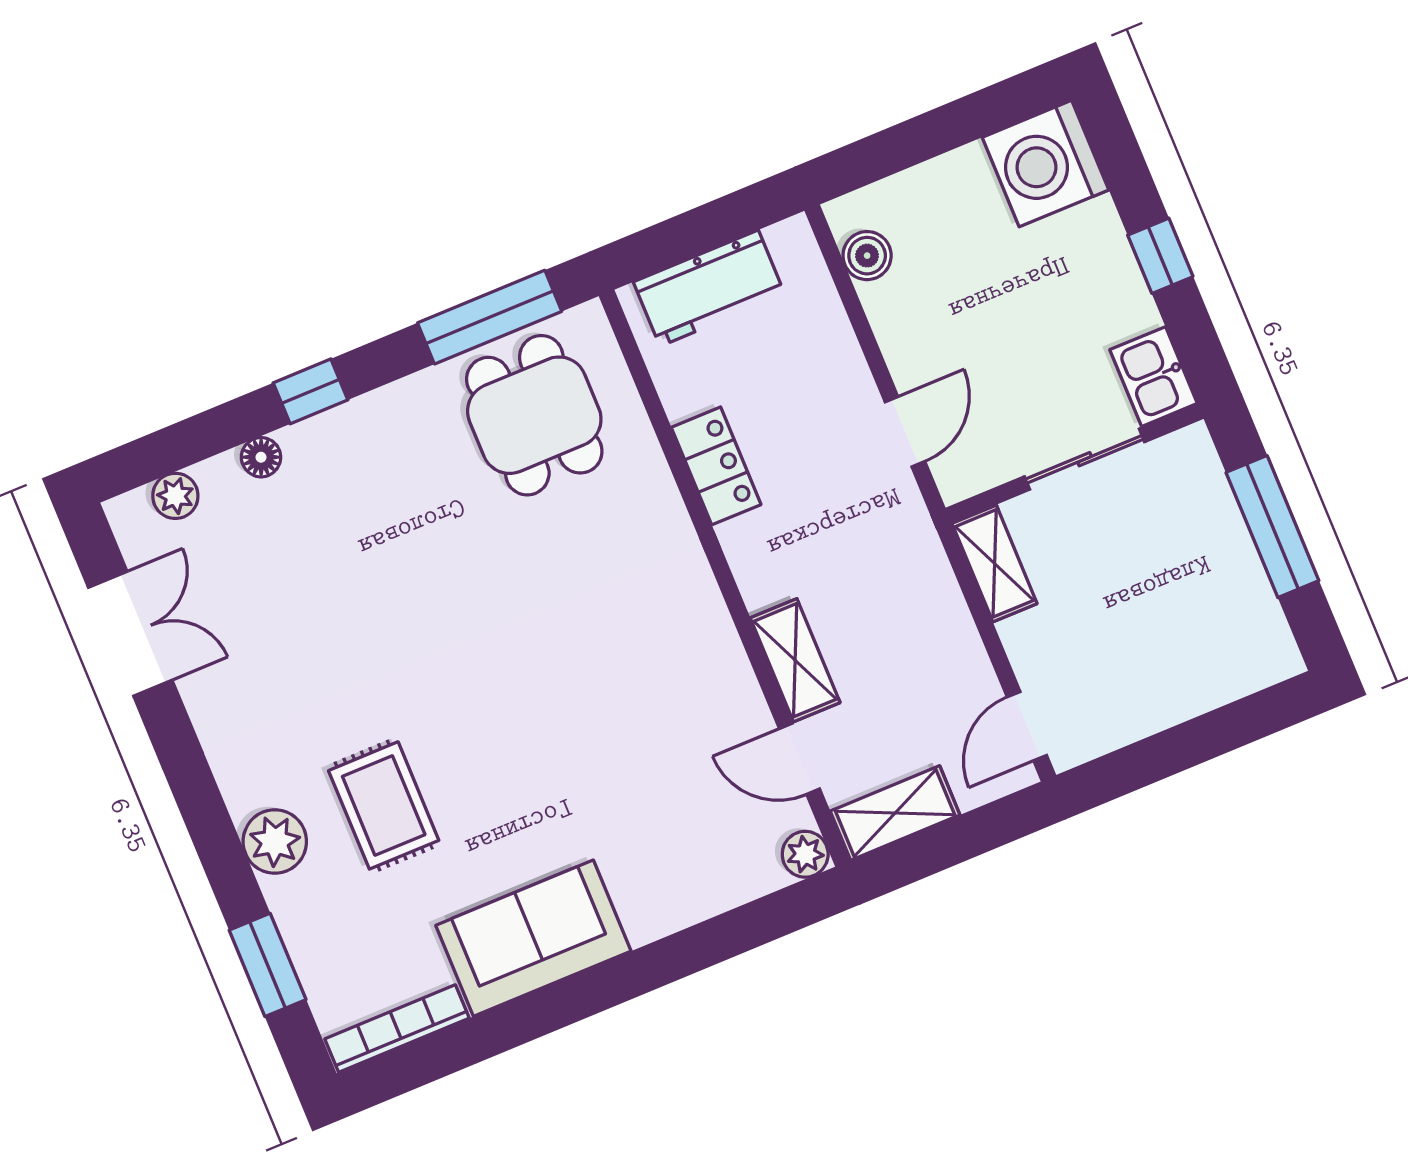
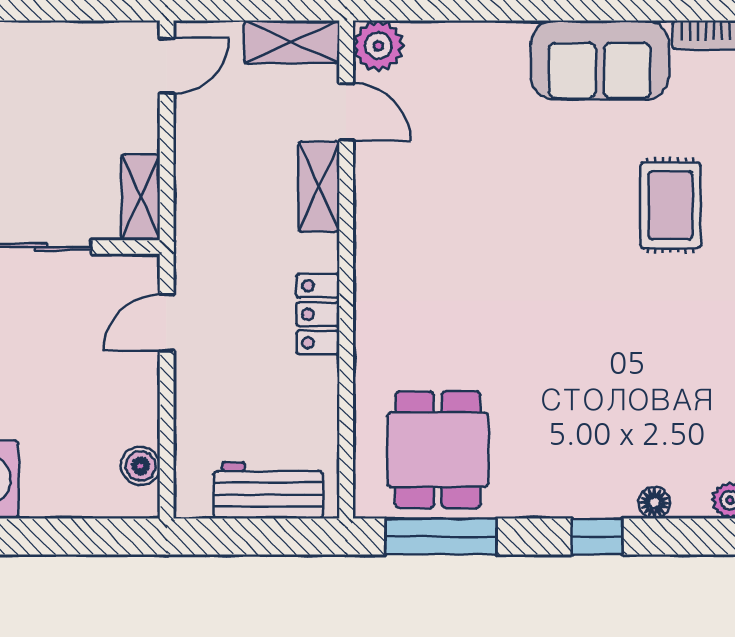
locker: (716, 466) -> (318, 314), moved
plant: (805, 854) -> (378, 46), width x1.38, depth x1.38

